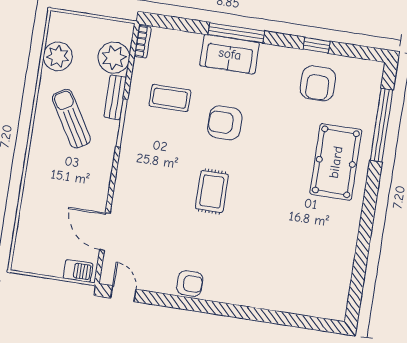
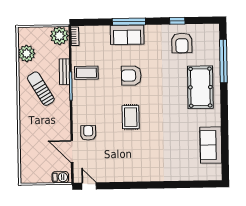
plant: (114, 58) -> (59, 36), moved
coffee table: (170, 98) -> (86, 73), moved
sofa: (337, 261) -> (211, 145), added
armchair: (190, 283) -> (88, 133), moved, turned -90

